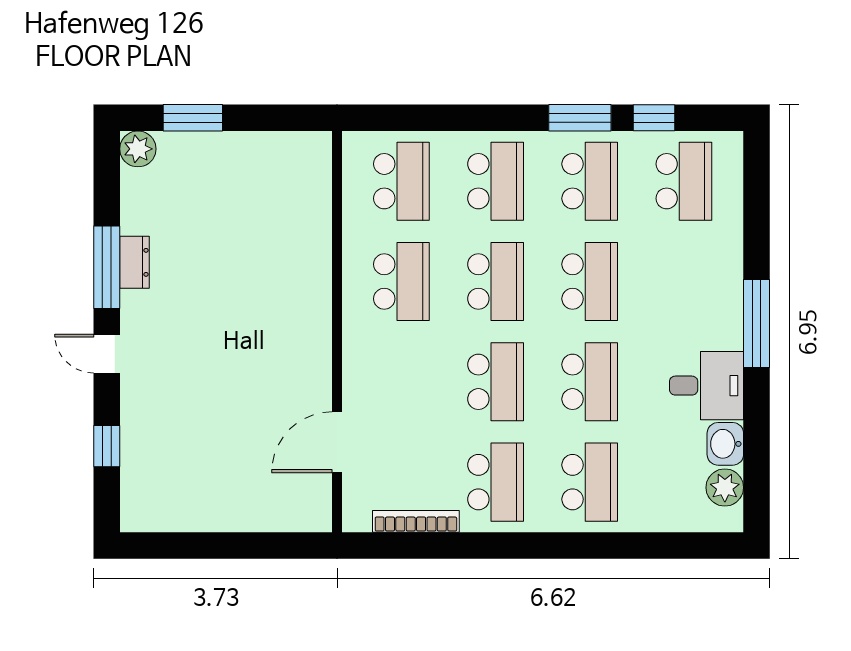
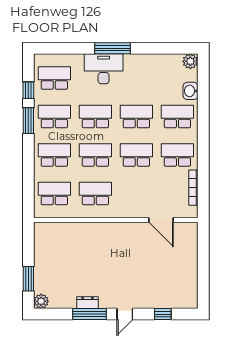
desk: (707, 386) -> (104, 69), moved, width x1.37
washbasin: (725, 444) -> (191, 91), moved, turned 90
plant: (725, 488) -> (190, 61), moved

